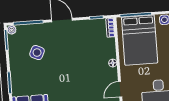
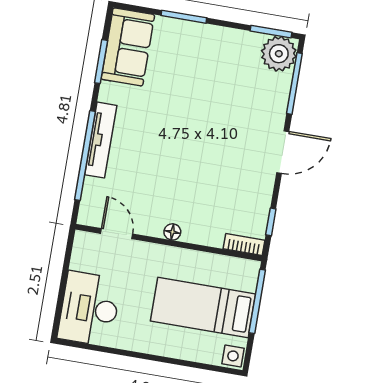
plant: (12, 30) -> (279, 54), width x1.88, depth x1.88
bed: (140, 40) -> (203, 307), width x0.67
side table: (37, 53) -> (230, 86), removed

